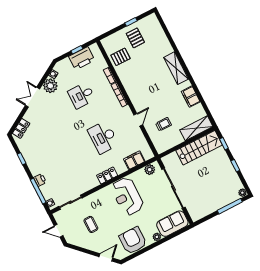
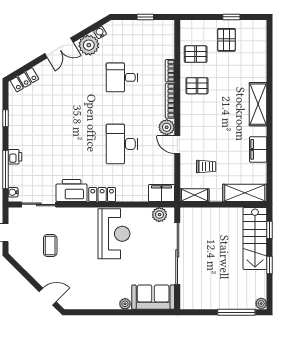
printer: (82, 58) -> (72, 190), moved, turned 180
pallet: (132, 76) -> (197, 86), added
double door: (32, 97) -> (59, 48), swing flipped
plant: (126, 112) -> (167, 127), added
door: (138, 120) -> (177, 145), swing flipped
shelving: (165, 146) -> (194, 195), added
stairs: (199, 148) -> (255, 238), moved, turned 90
filing cabinet: (134, 160) -> (162, 193), moved
reception desk: (127, 196) -> (114, 234), turned 180
armchair: (133, 241) -> (93, 293), removed

